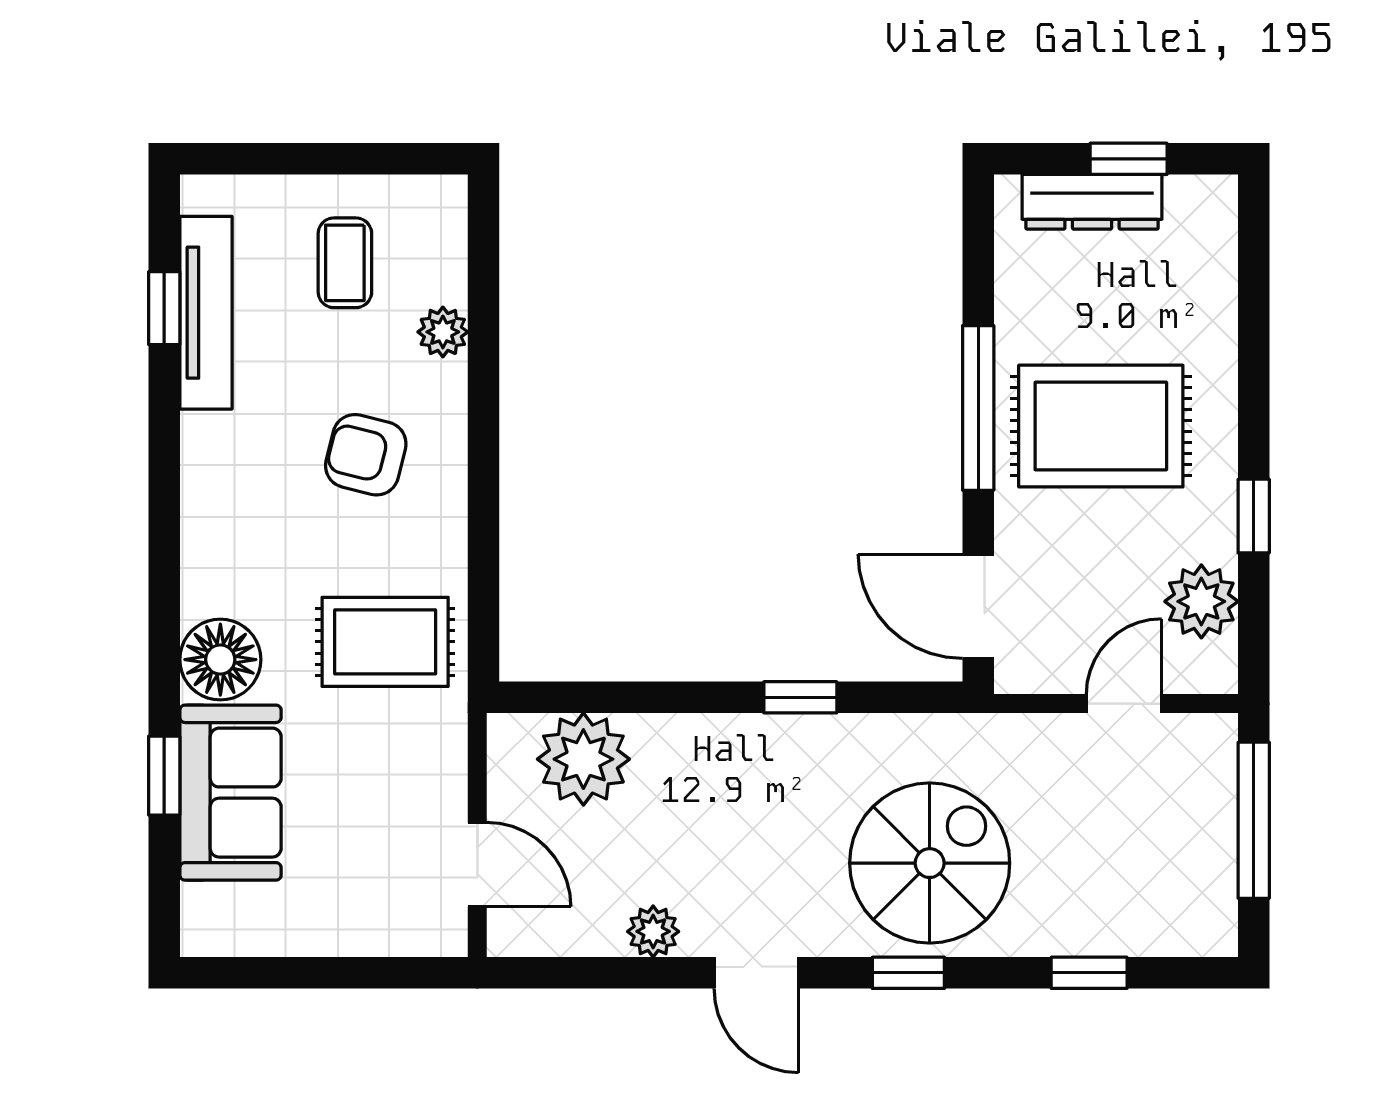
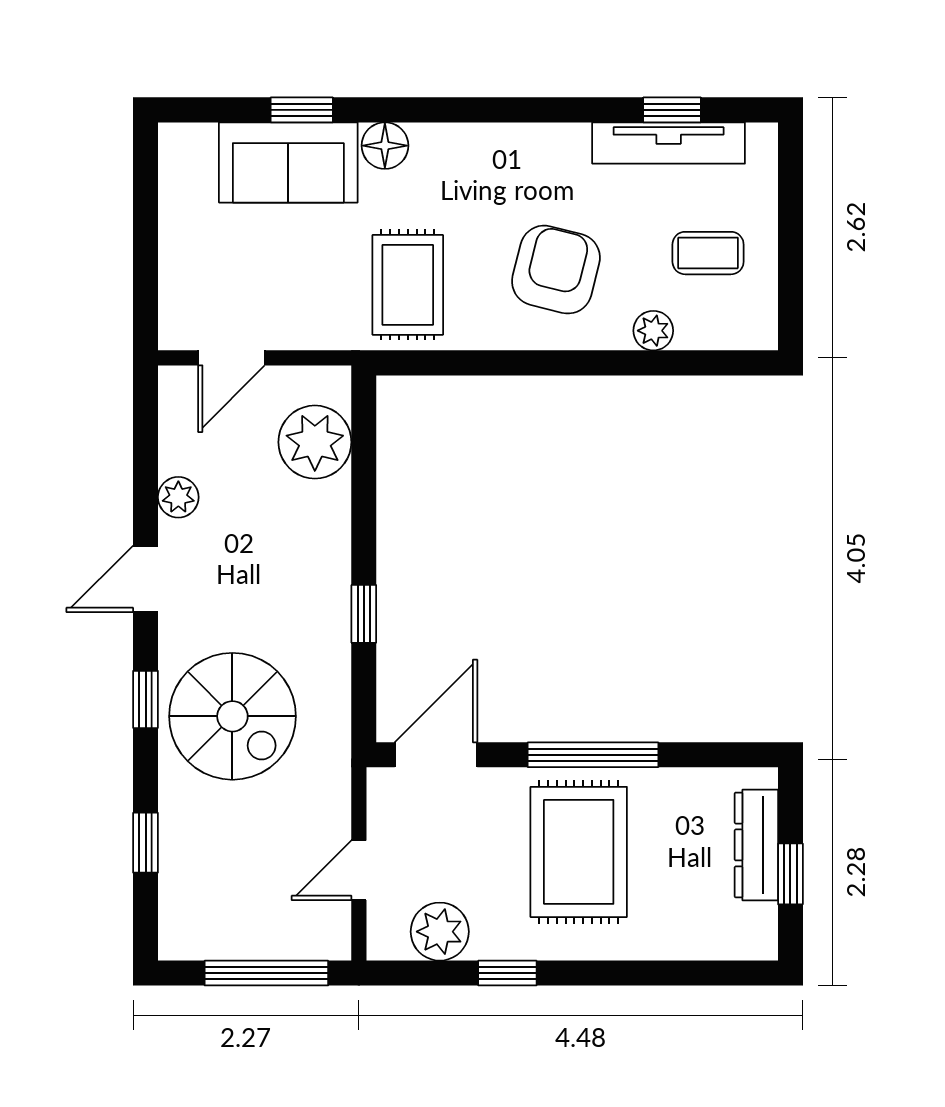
armchair: (366, 455) -> (556, 270), width x1.38, depth x1.38
floor lamp: (220, 660) -> (385, 146), width x0.73, depth x0.73
door: (1124, 704) -> (359, 870), swing flipped

